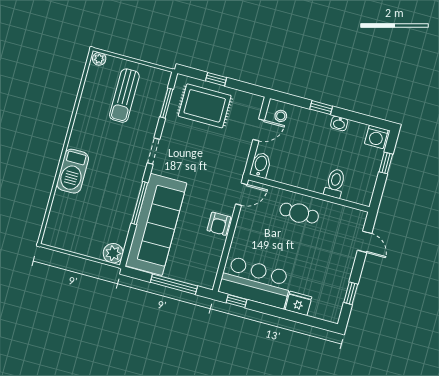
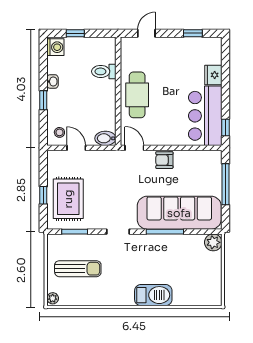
cafe table: (299, 213) -> (137, 95), width x1.37, depth x1.35
armchair: (219, 224) -> (164, 160), turned 180

